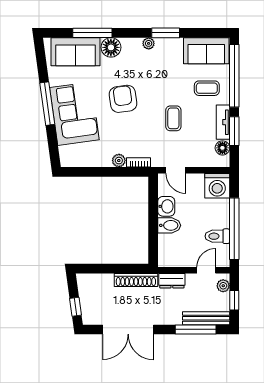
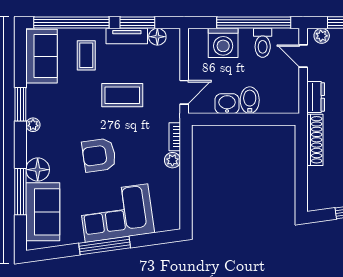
coffee table: (173, 118) -> (122, 95), width x1.36, depth x1.30
washing machine: (217, 186) -> (223, 43), moved, turned 90

